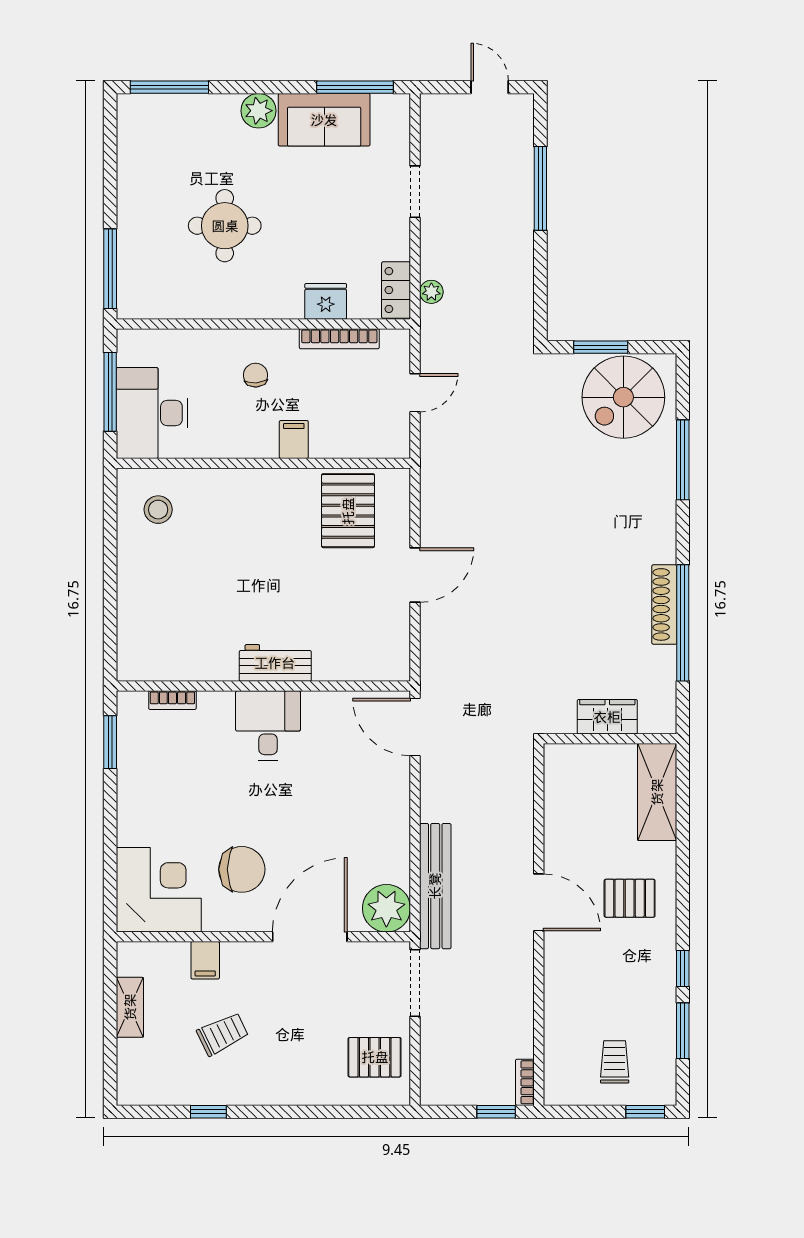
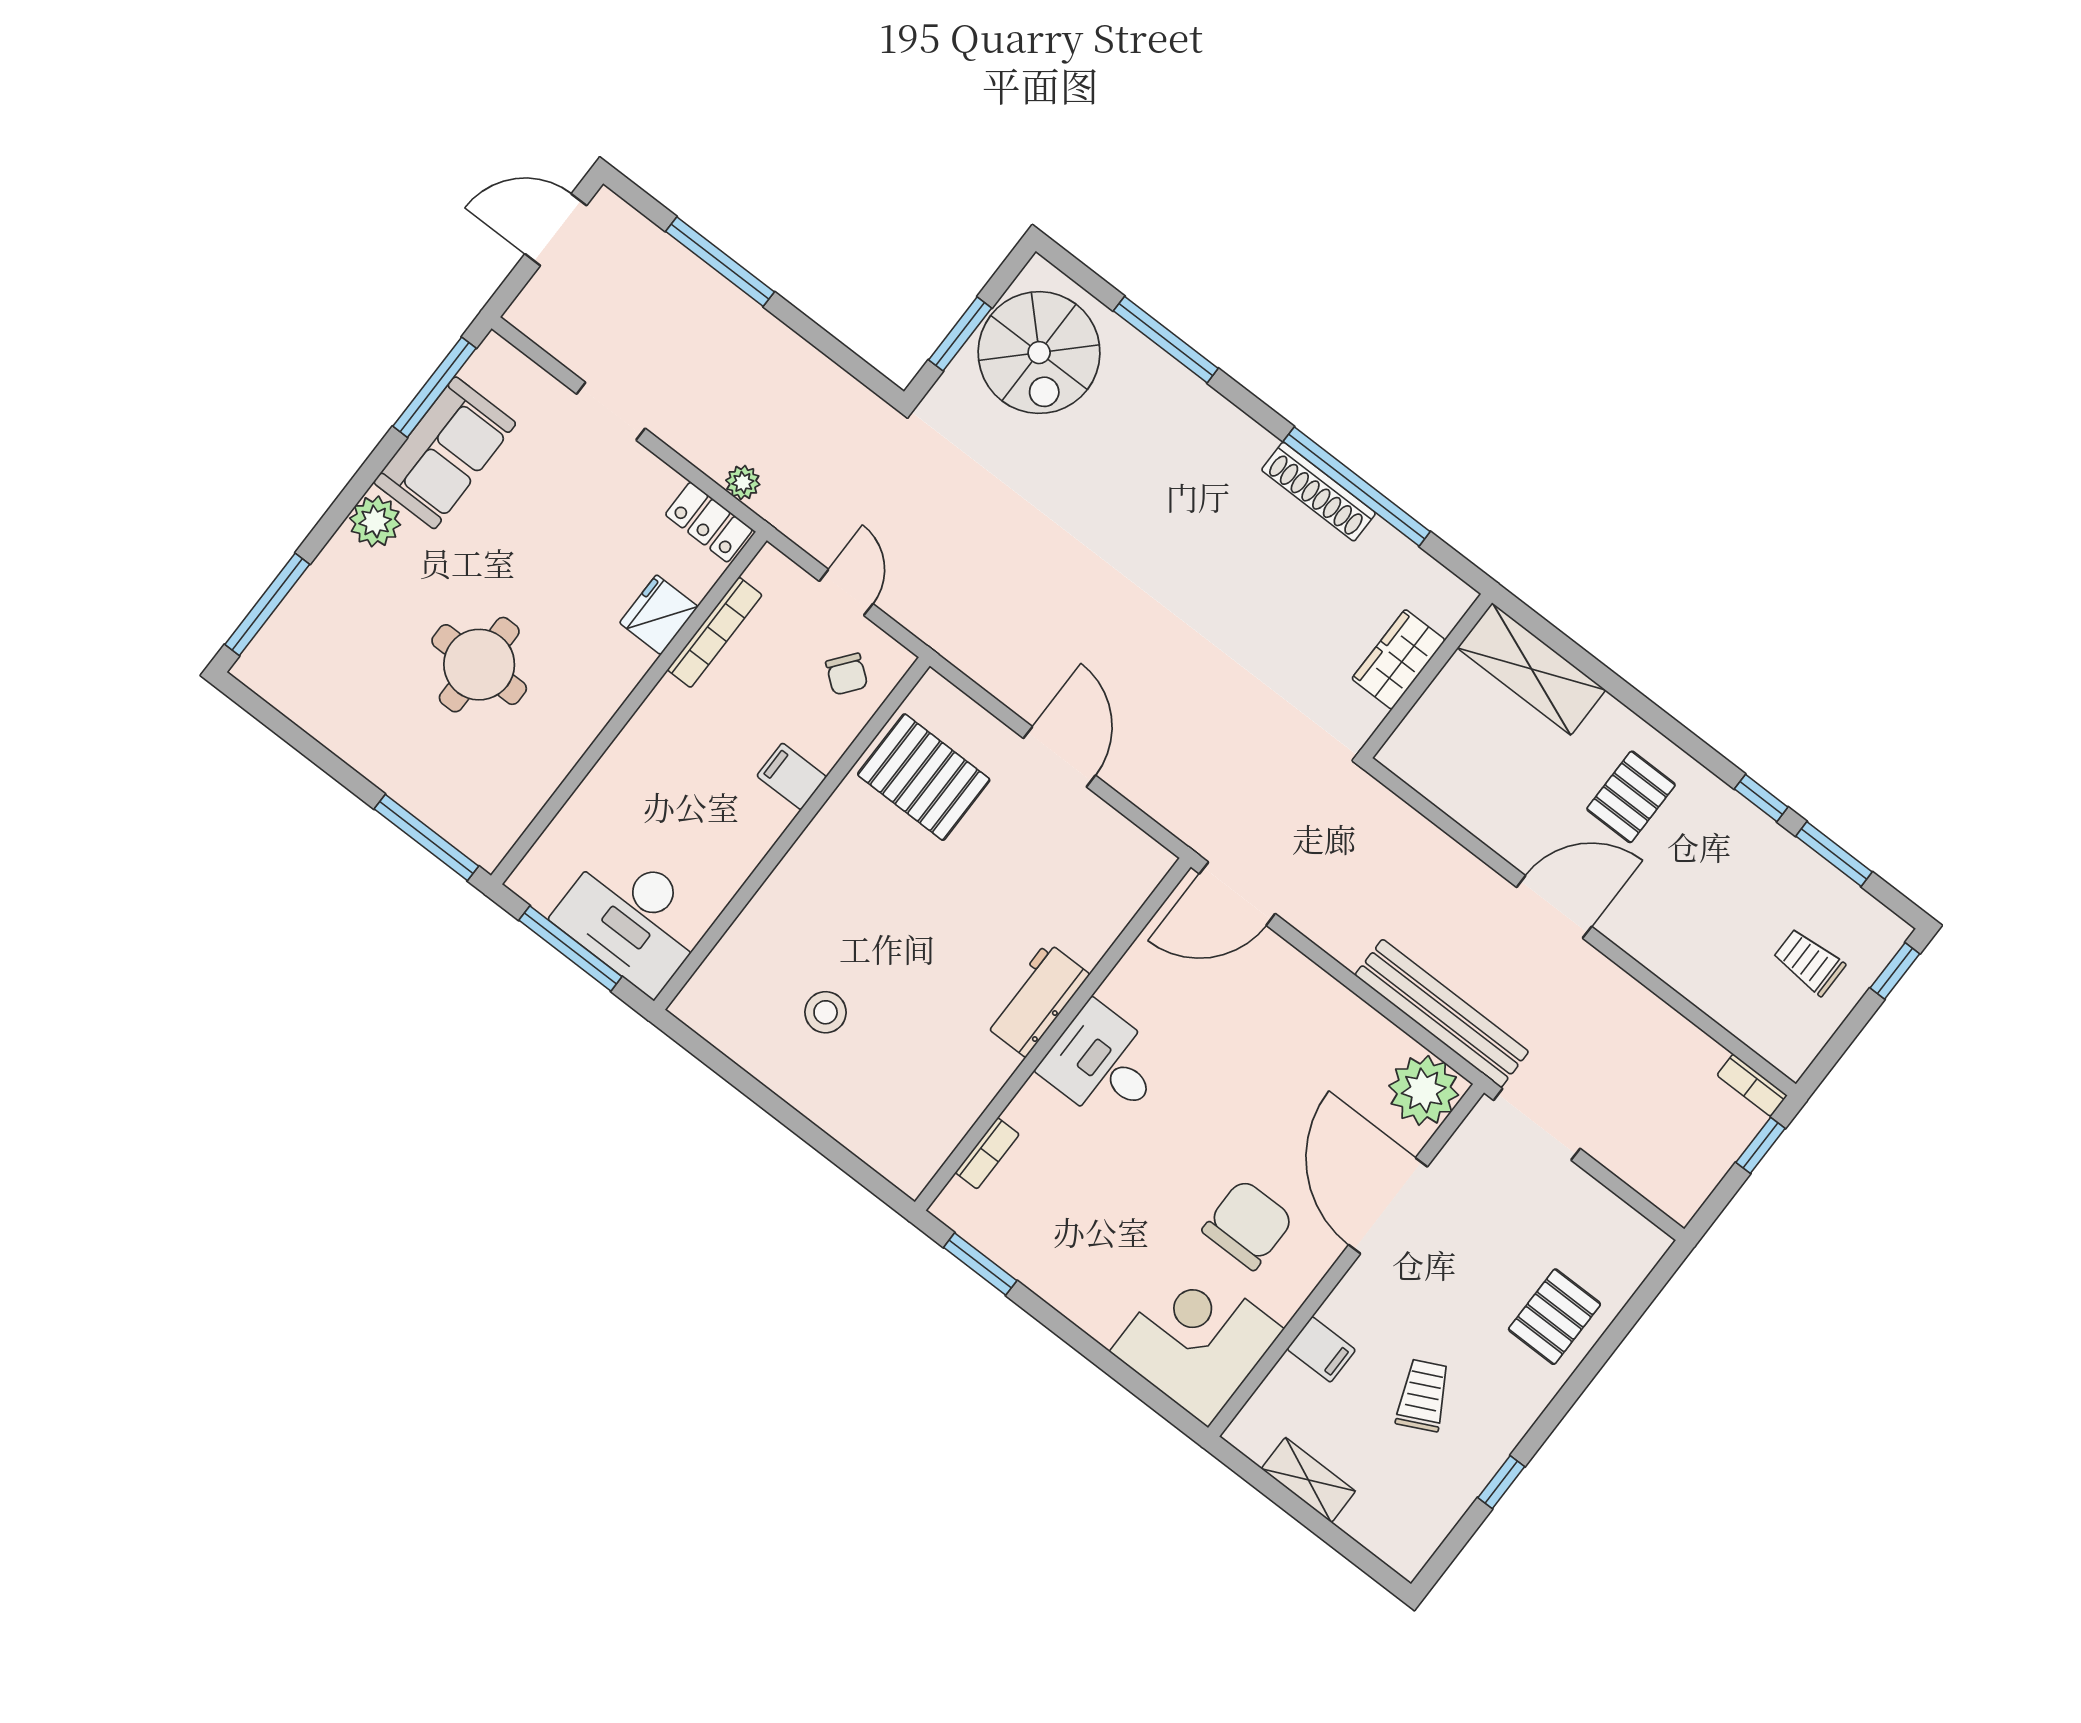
door: (490, 87) -> (556, 230), width x1.37
chair: (255, 375) -> (847, 674), moved, turned -138
stool: (158, 510) -> (826, 1012), moved
pallet: (375, 1057) -> (1554, 1317), moved

